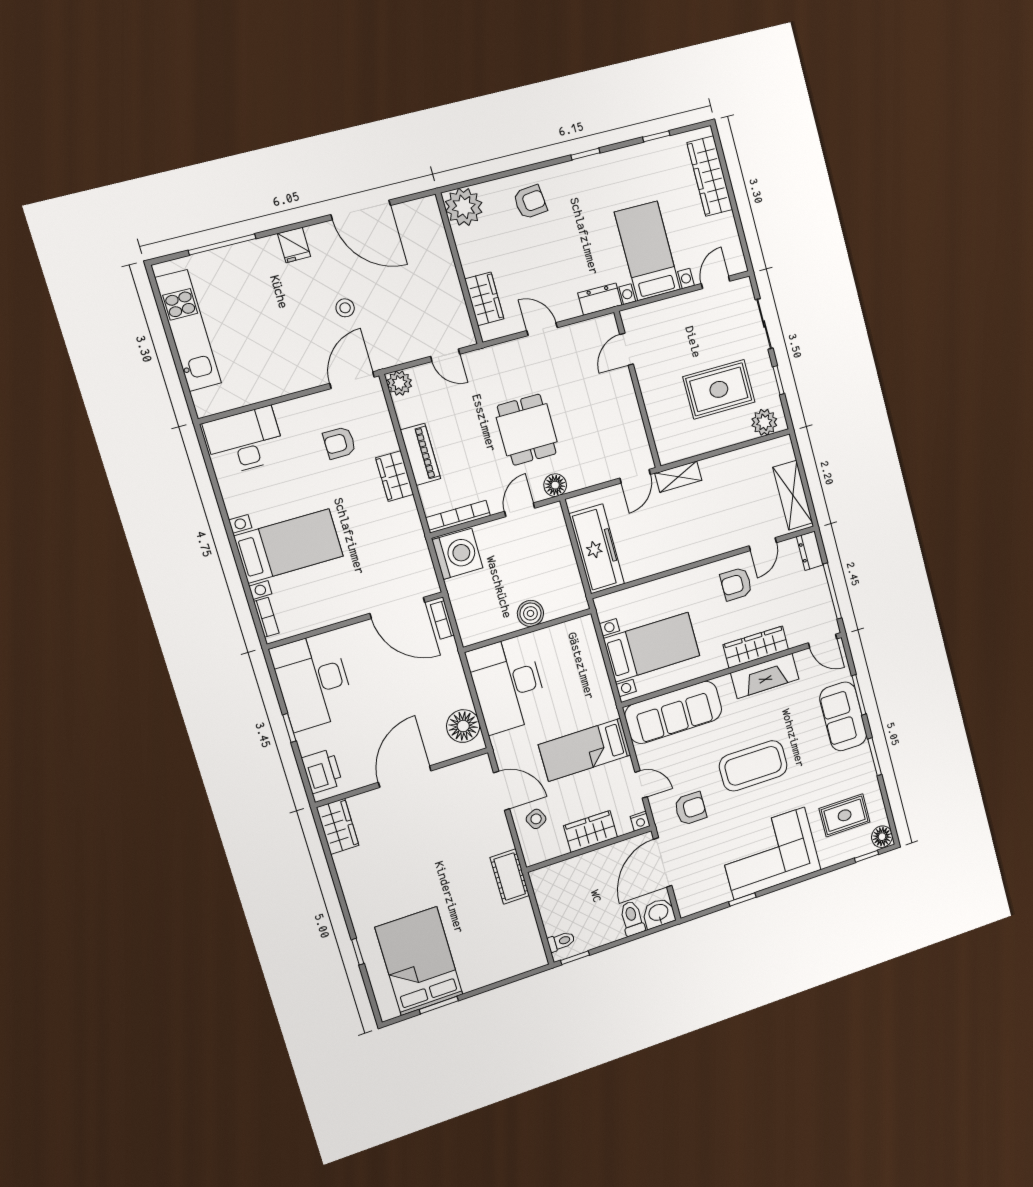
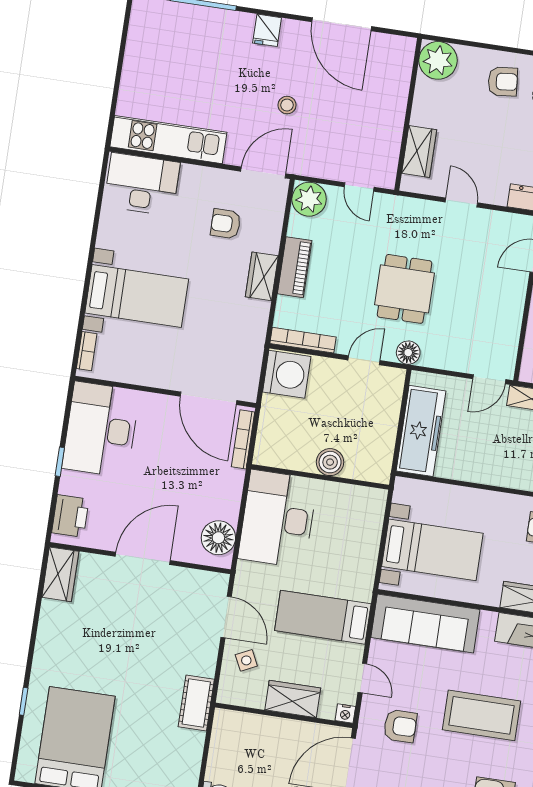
kitchen unit: (188, 331) -> (168, 140), moved, turned -90
plant: (399, 383) -> (309, 199), width x1.36, depth x1.36
bookcase: (442, 620) -> (243, 439), width x1.56

